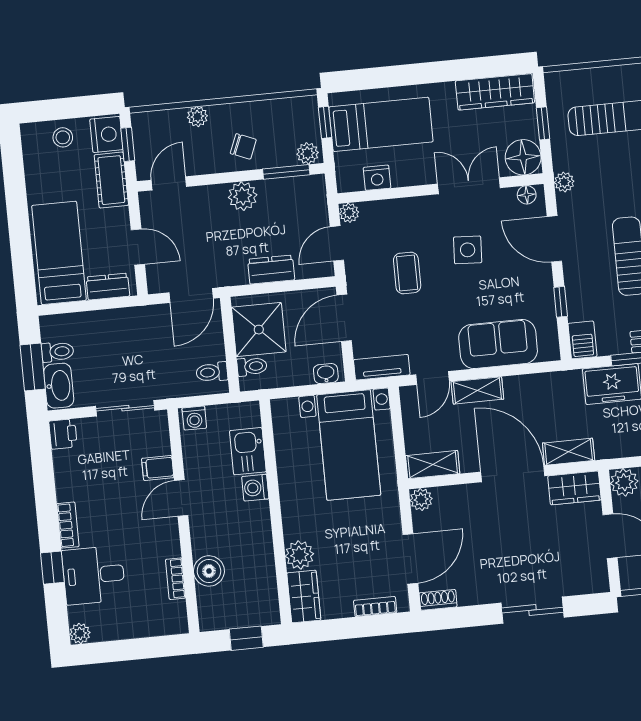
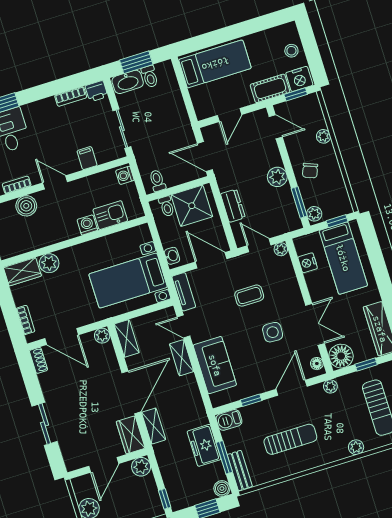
dresser: (108, 287) -> (200, 101), removed
door: (181, 498) -> (55, 182), moved
bookcase: (68, 525) -> (71, 96), moved

